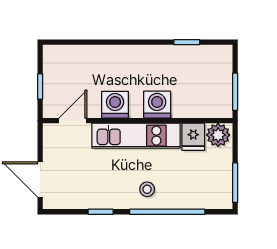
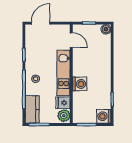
boiler: (52, 54) -> (106, 29), added
washing machine: (115, 105) -> (104, 116), moved, turned 180
kitchen counter: (206, 196) -> (32, 109), added

